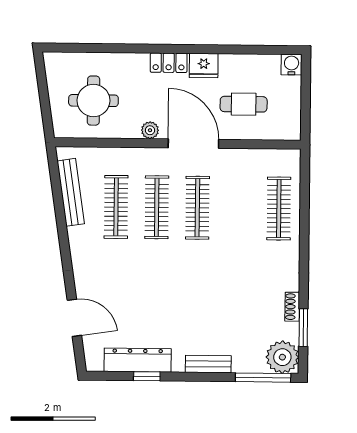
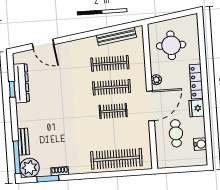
locker: (169, 63) -> (196, 82), width x1.53
water cooler: (292, 65) -> (200, 144), moved
clothes rail: (197, 208) -> (113, 111), width x0.73
clothes rail: (279, 209) -> (116, 159), width x1.37, depth x1.31
door: (74, 318) -> (43, 44), hinge flipped
bench: (208, 364) -> (23, 142), moved

